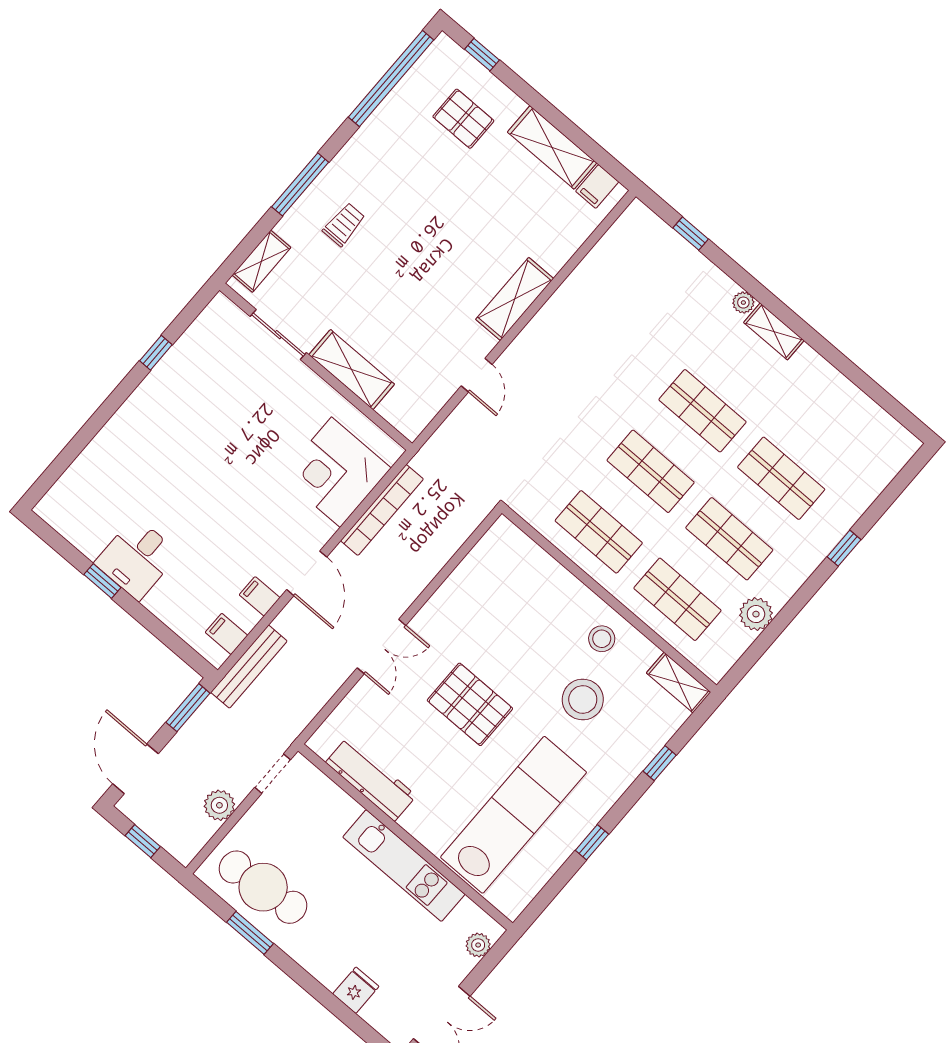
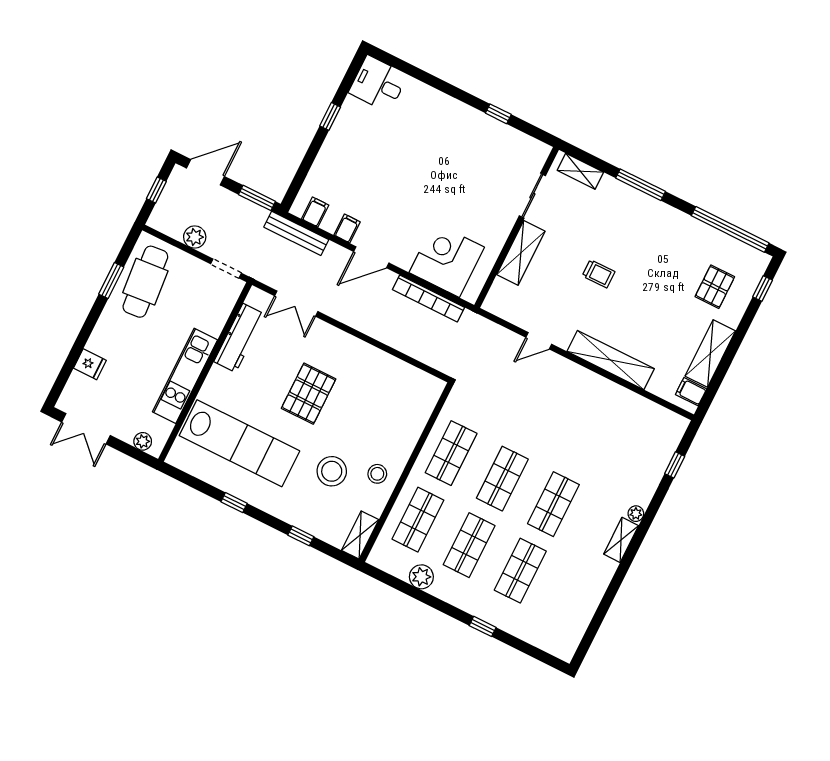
trolley: (344, 224) -> (599, 274), moved
shelving: (515, 299) -> (611, 360), width x1.47
desk: (137, 558) -> (378, 84), moved
double door: (382, 647) -> (296, 304), moved

